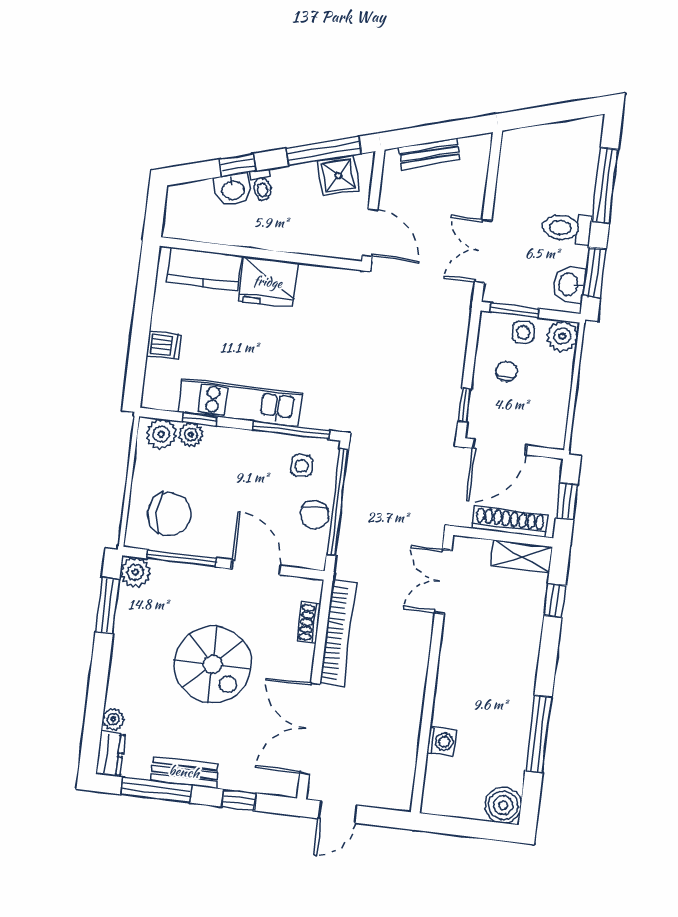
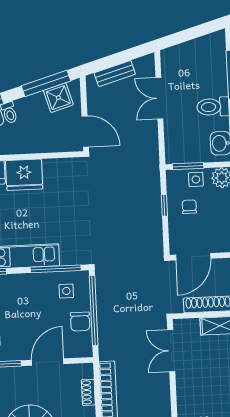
double door: (483, 251) -> (159, 98), moved
window: (464, 405) -> (164, 205), moved
door: (256, 567) -> (48, 362), hinge flipped

